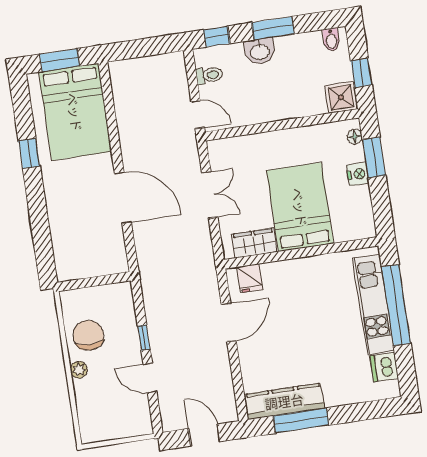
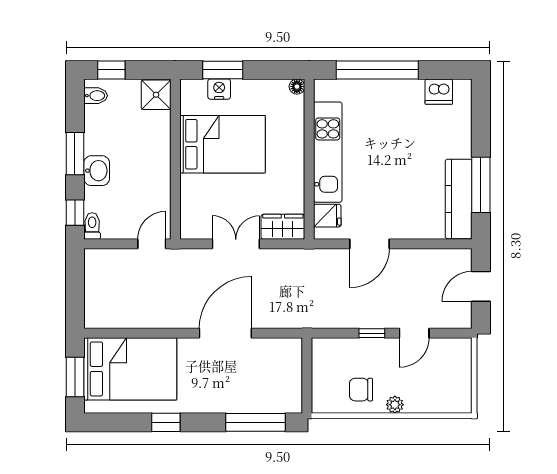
window: (361, 73) -> (111, 70), moved
toilet: (209, 75) -> (92, 226), moved
floor lamp: (355, 137) -> (297, 87), moved
nightstand: (358, 174) -> (219, 89), moved
bed: (300, 207) -> (222, 144), moved, turned 180
window: (42, 239) -> (255, 422), added
wardrobe: (254, 243) -> (283, 227), moved, turned 90
kitchen unit: (373, 304) -> (328, 152), moved, turned -90
door: (229, 323) -> (370, 244), swing flipped
chair: (88, 335) -> (361, 390), width x0.73, depth x0.73

